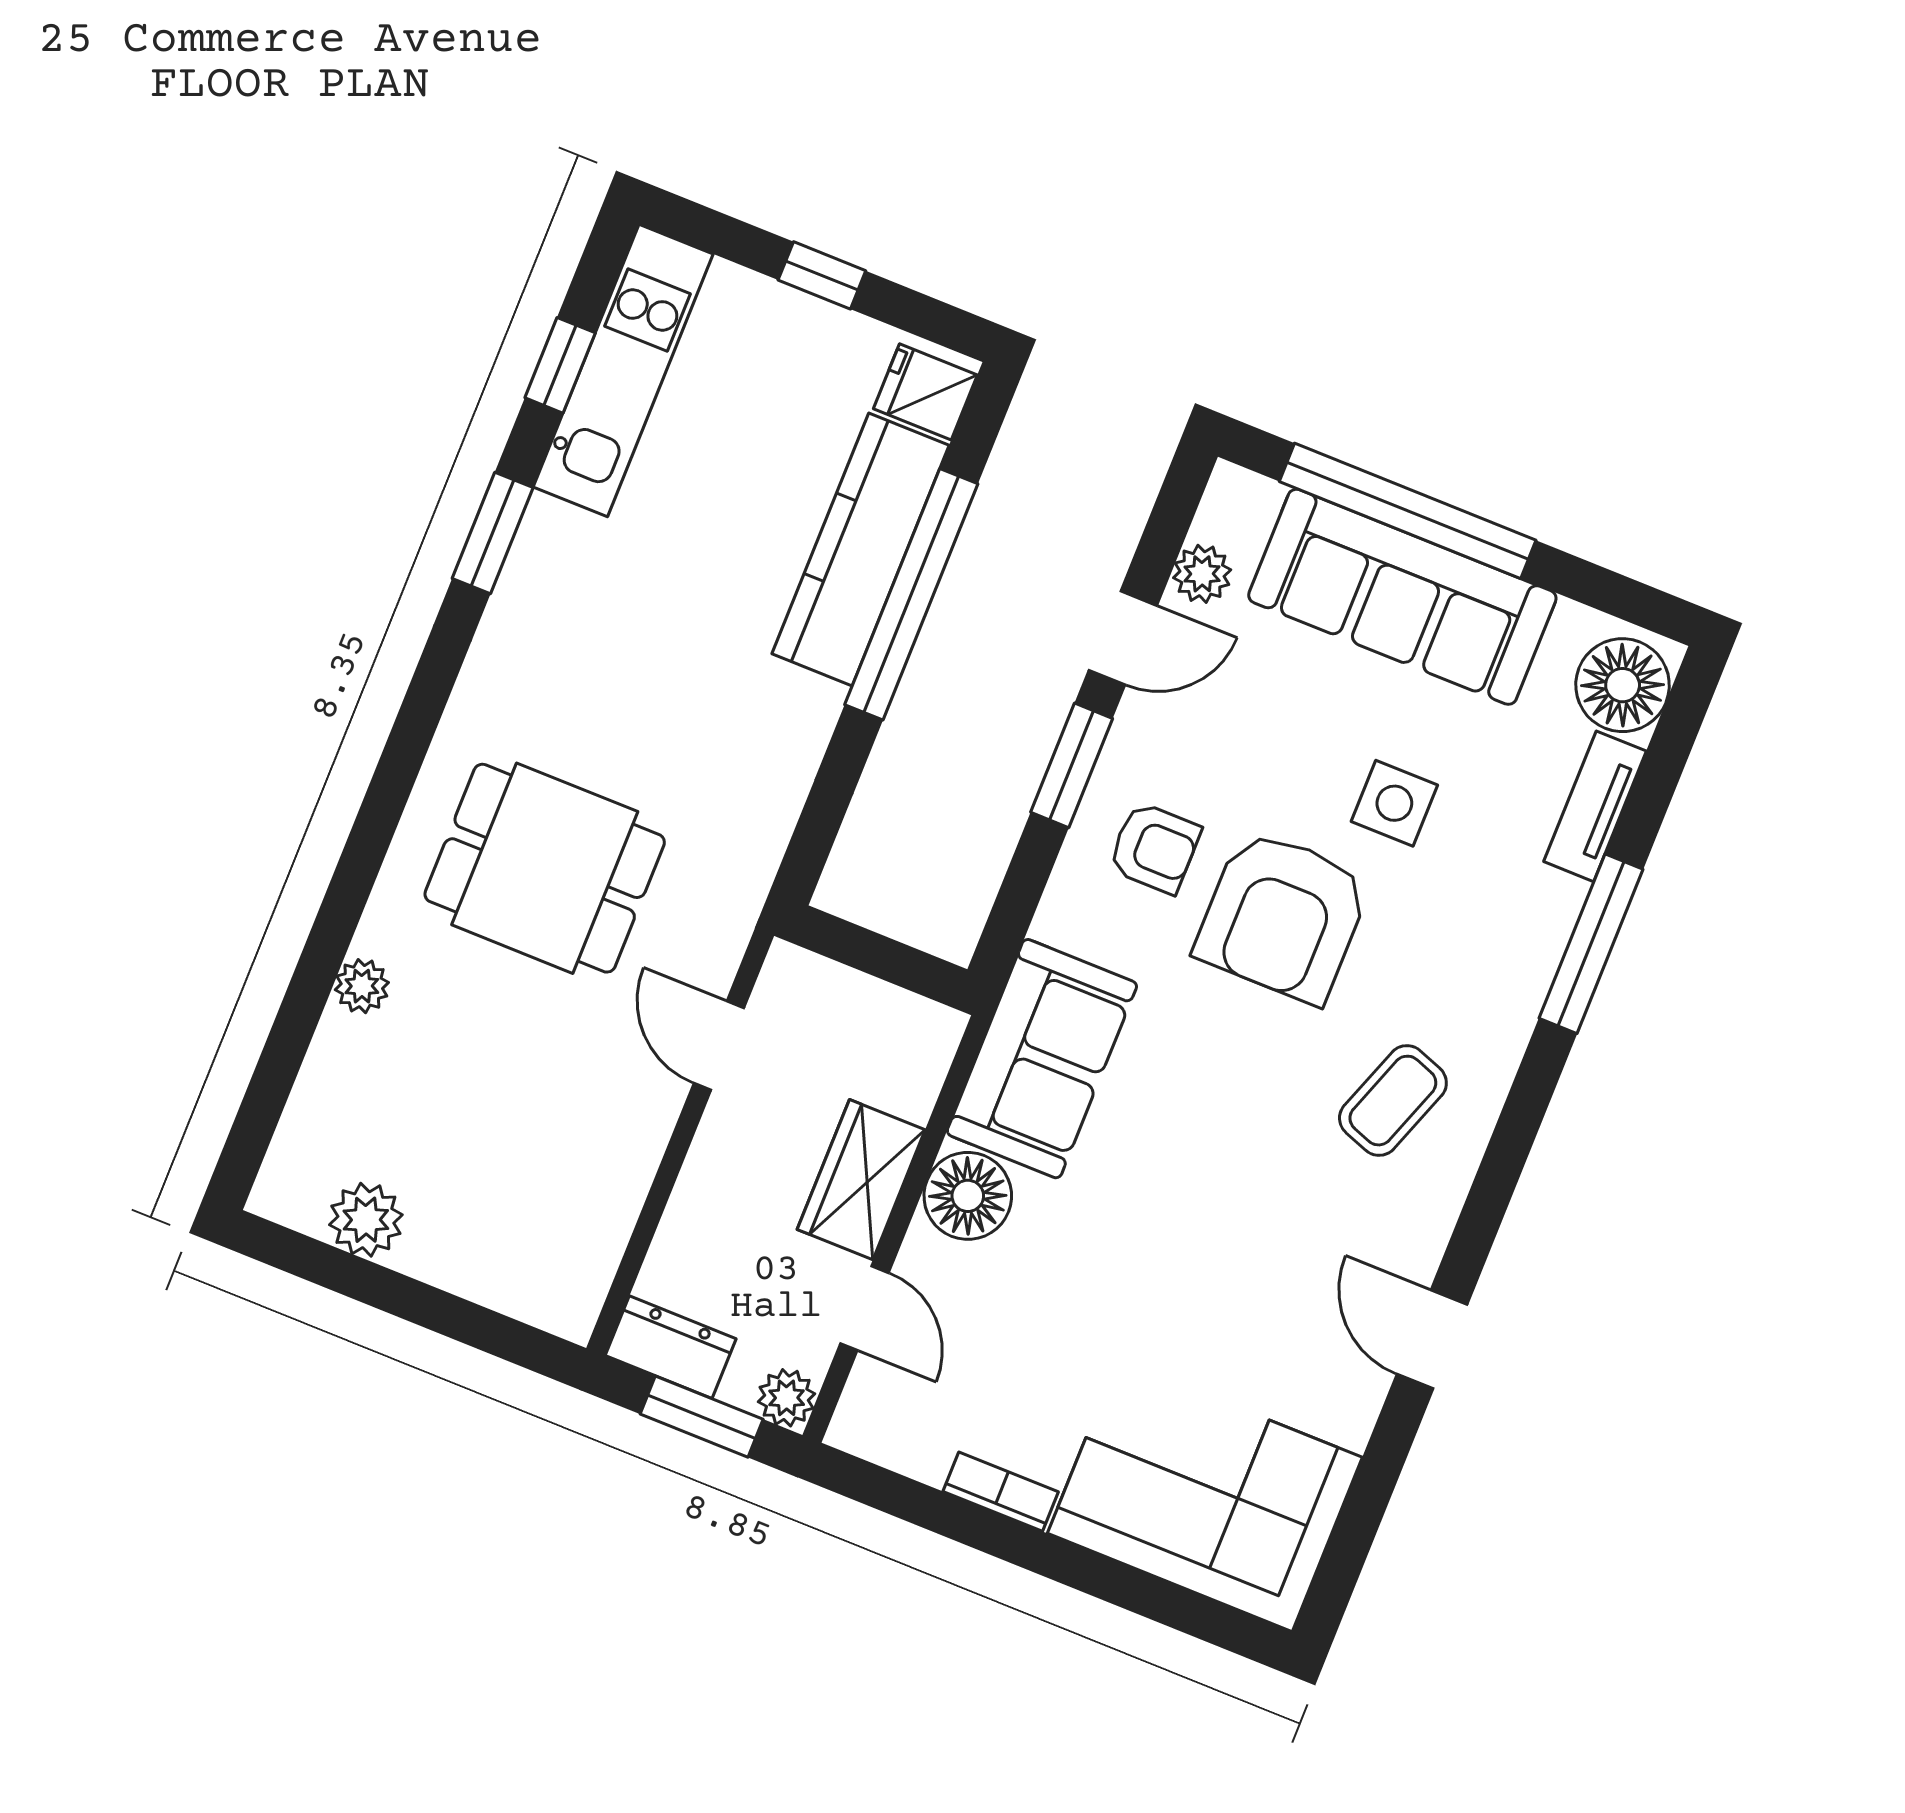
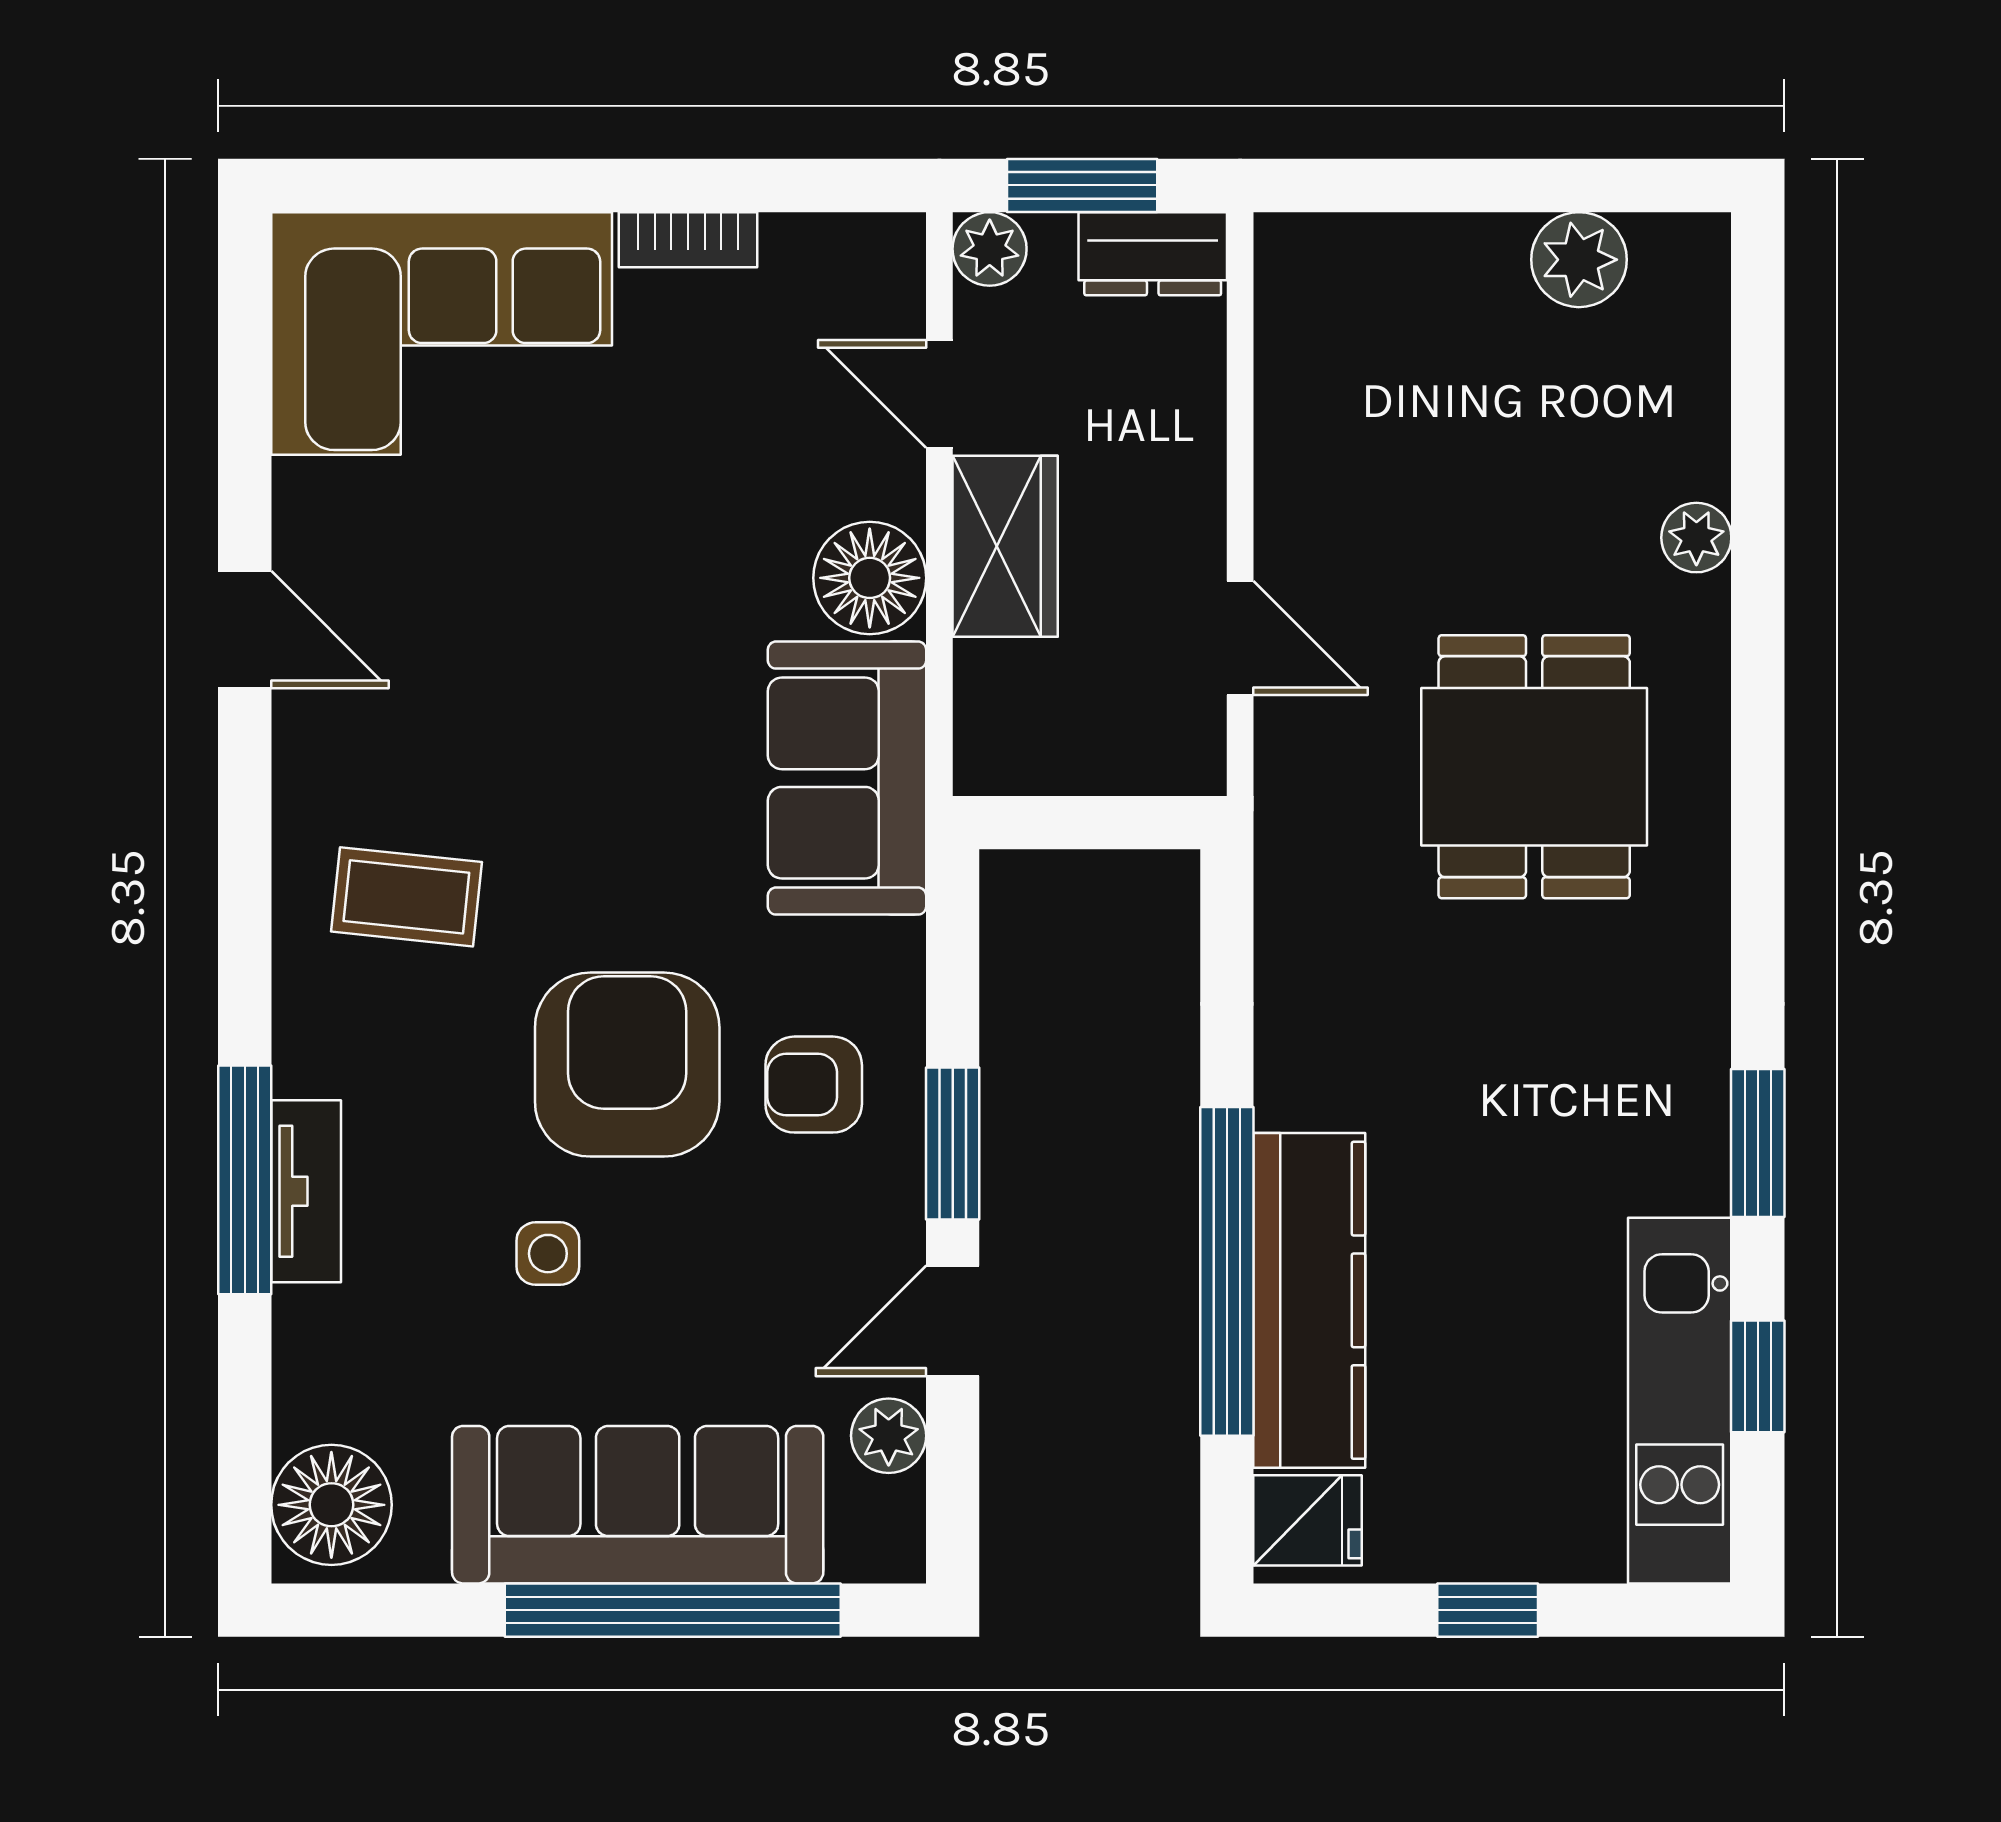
side table: (1394, 803) -> (548, 1254), width x0.73, depth x0.73
tv unit: (1595, 806) -> (306, 1191), moved
dining table: (545, 868) -> (1534, 767), turned 90
coffee table: (1393, 1101) -> (406, 897), turned 76

